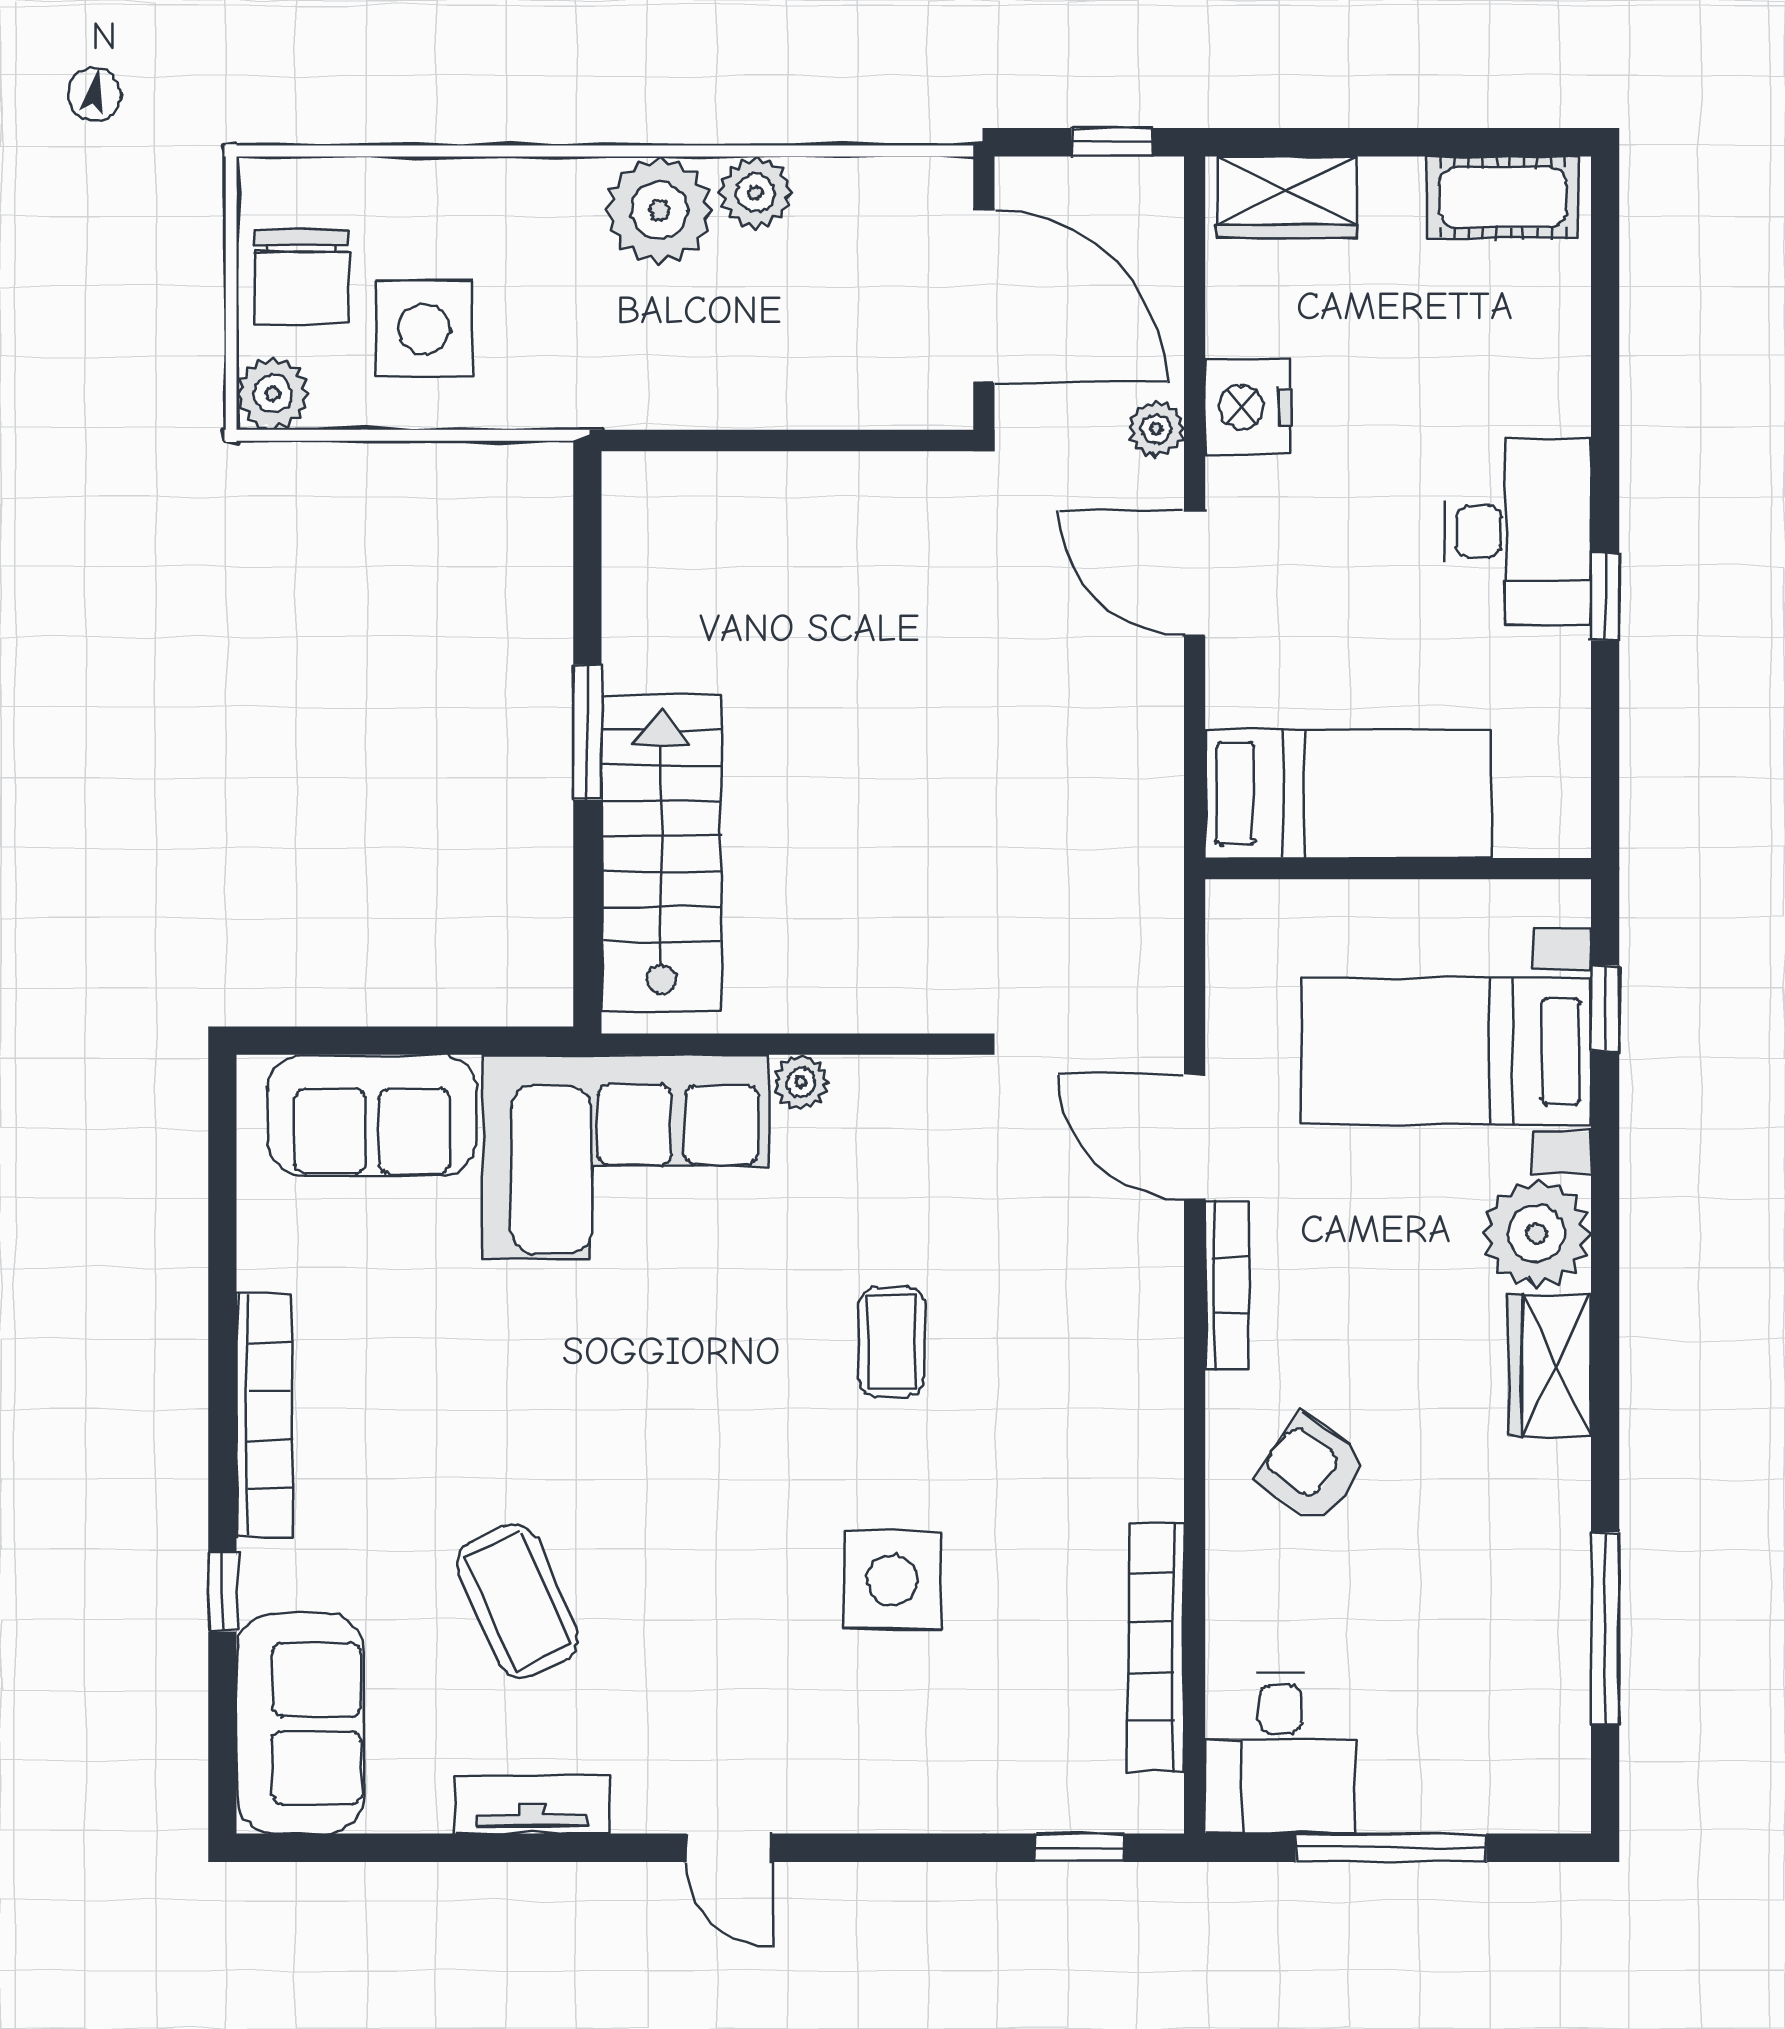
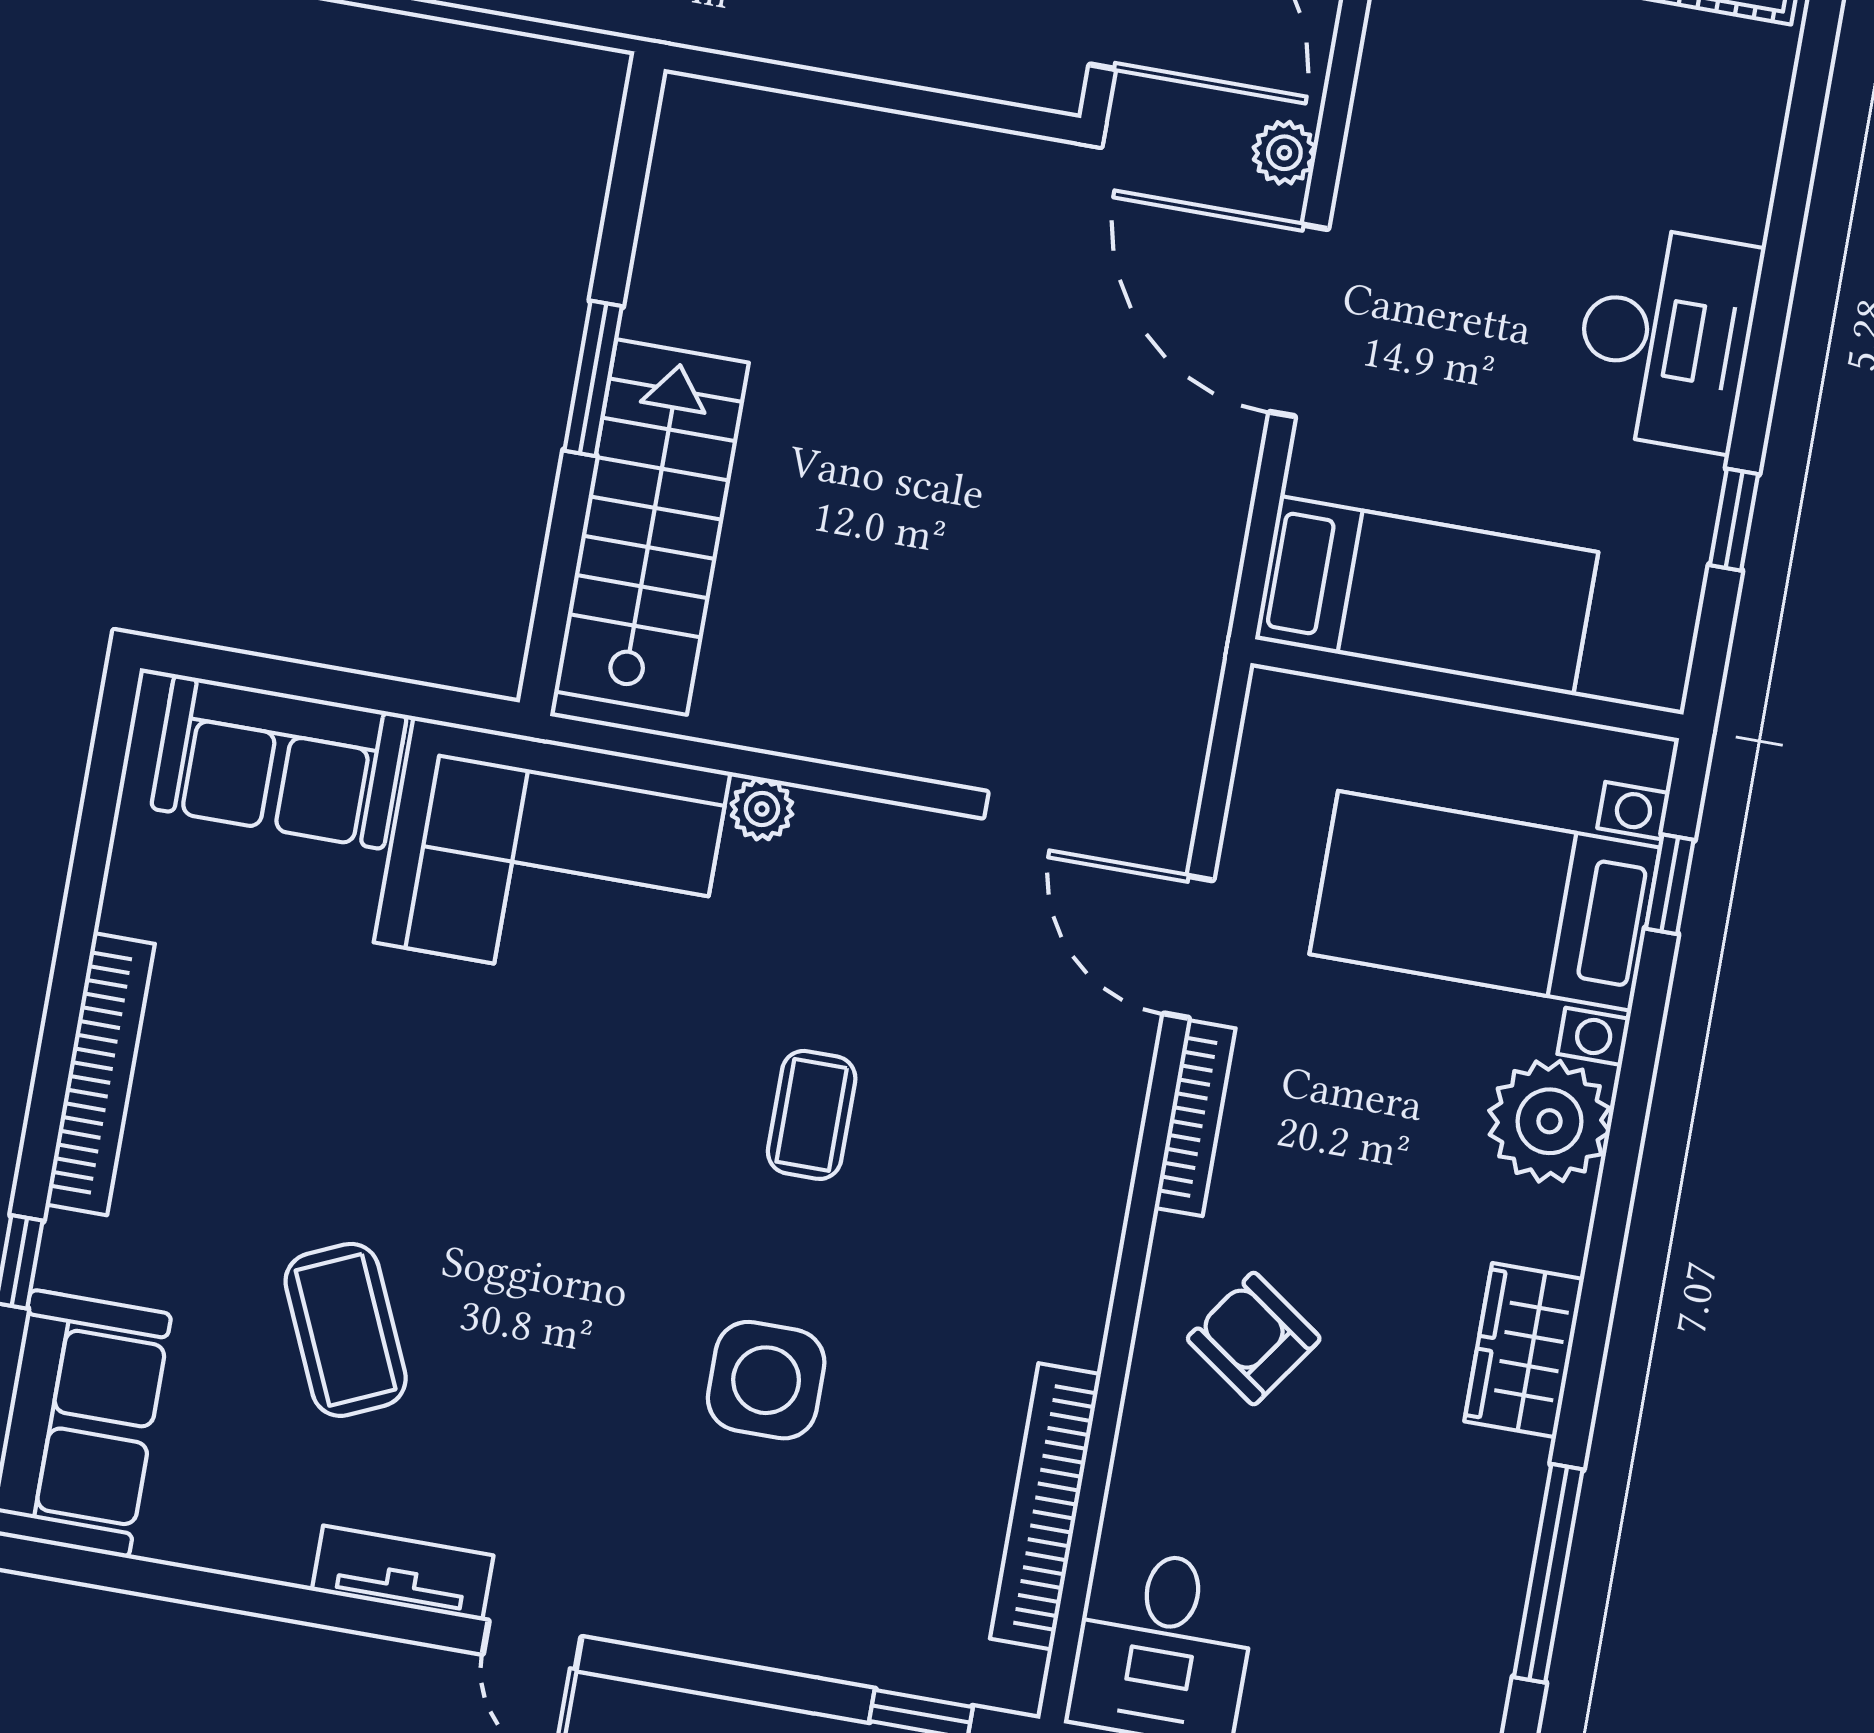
nightstand: (1248, 407) -> (1390, 147), removed
door: (1195, 573) -> (1299, 320), width x1.36
window: (1605, 597) -> (1734, 520), moved
wardrobe: (1550, 1365) -> (1524, 1350), moved
tv unit: (532, 1804) -> (403, 1573), moved

